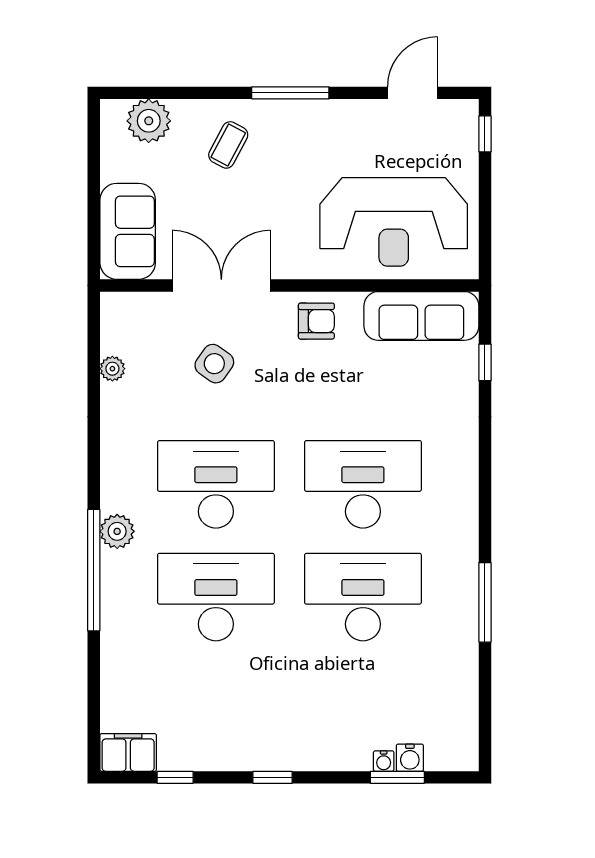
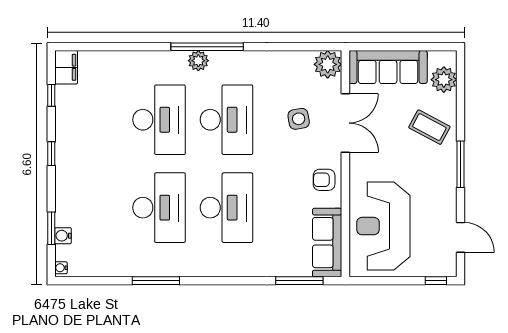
coffee table: (228, 145) -> (429, 127), width x1.36, depth x1.30
sofa: (128, 231) -> (388, 67), width x1.36
armchair: (316, 321) -> (324, 180), turned 90
window: (485, 362) -> (299, 281), width x2.17
side table: (214, 364) -> (299, 119), turned 45
plant: (112, 369) -> (328, 64), moved, width x1.87, depth x1.87
window: (94, 570) -> (207, 47), moved
water cooler: (384, 761) -> (61, 268), moved

